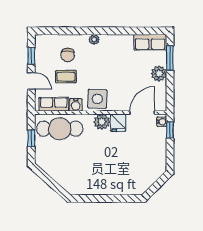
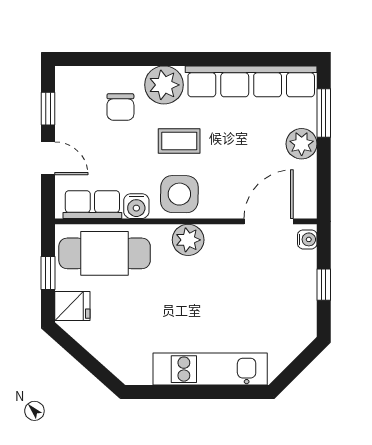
plant: (94, 39) -> (164, 85), width x1.88, depth x1.88
row of seats: (150, 42) -> (251, 81), width x2.02
coffee table: (66, 77) -> (179, 141), moved
fridge: (118, 123) -> (72, 306), moved, turned -90
window: (170, 130) -> (324, 285), moved
kitchen unit: (113, 187) -> (210, 369), added

